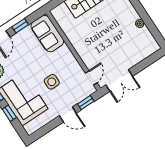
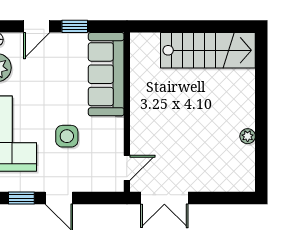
sofa: (47, 34) -> (106, 74), width x1.36
window: (86, 103) -> (21, 198), moved

